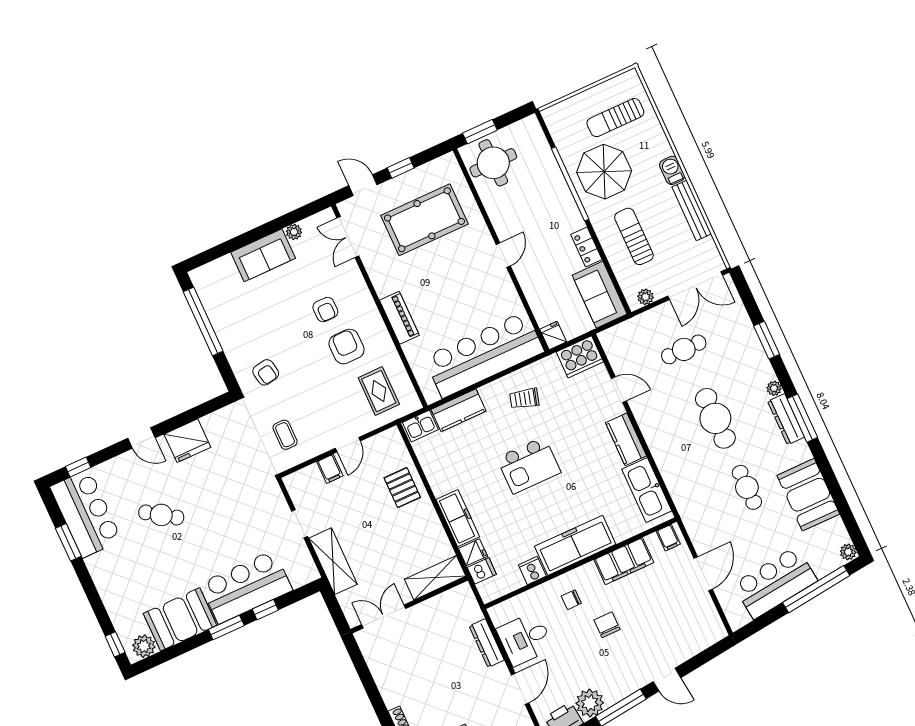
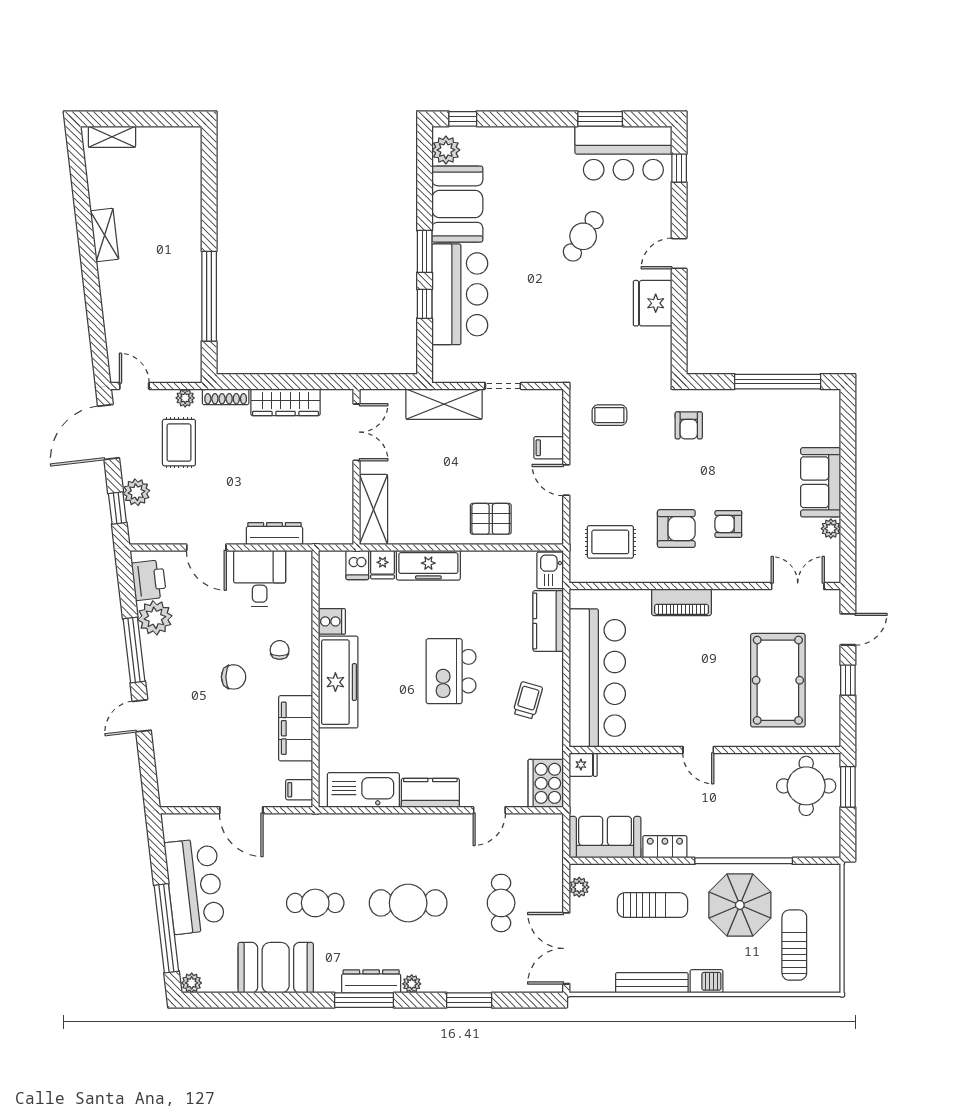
armchair: (266, 372) -> (689, 425), turned -80
wardrobe: (385, 679) -> (285, 402), added

